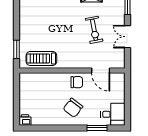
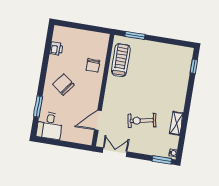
double door: (127, 37) -> (115, 152), moved
chair: (77, 82) -> (93, 65), moved
printer: (25, 120) -> (56, 49), moved

